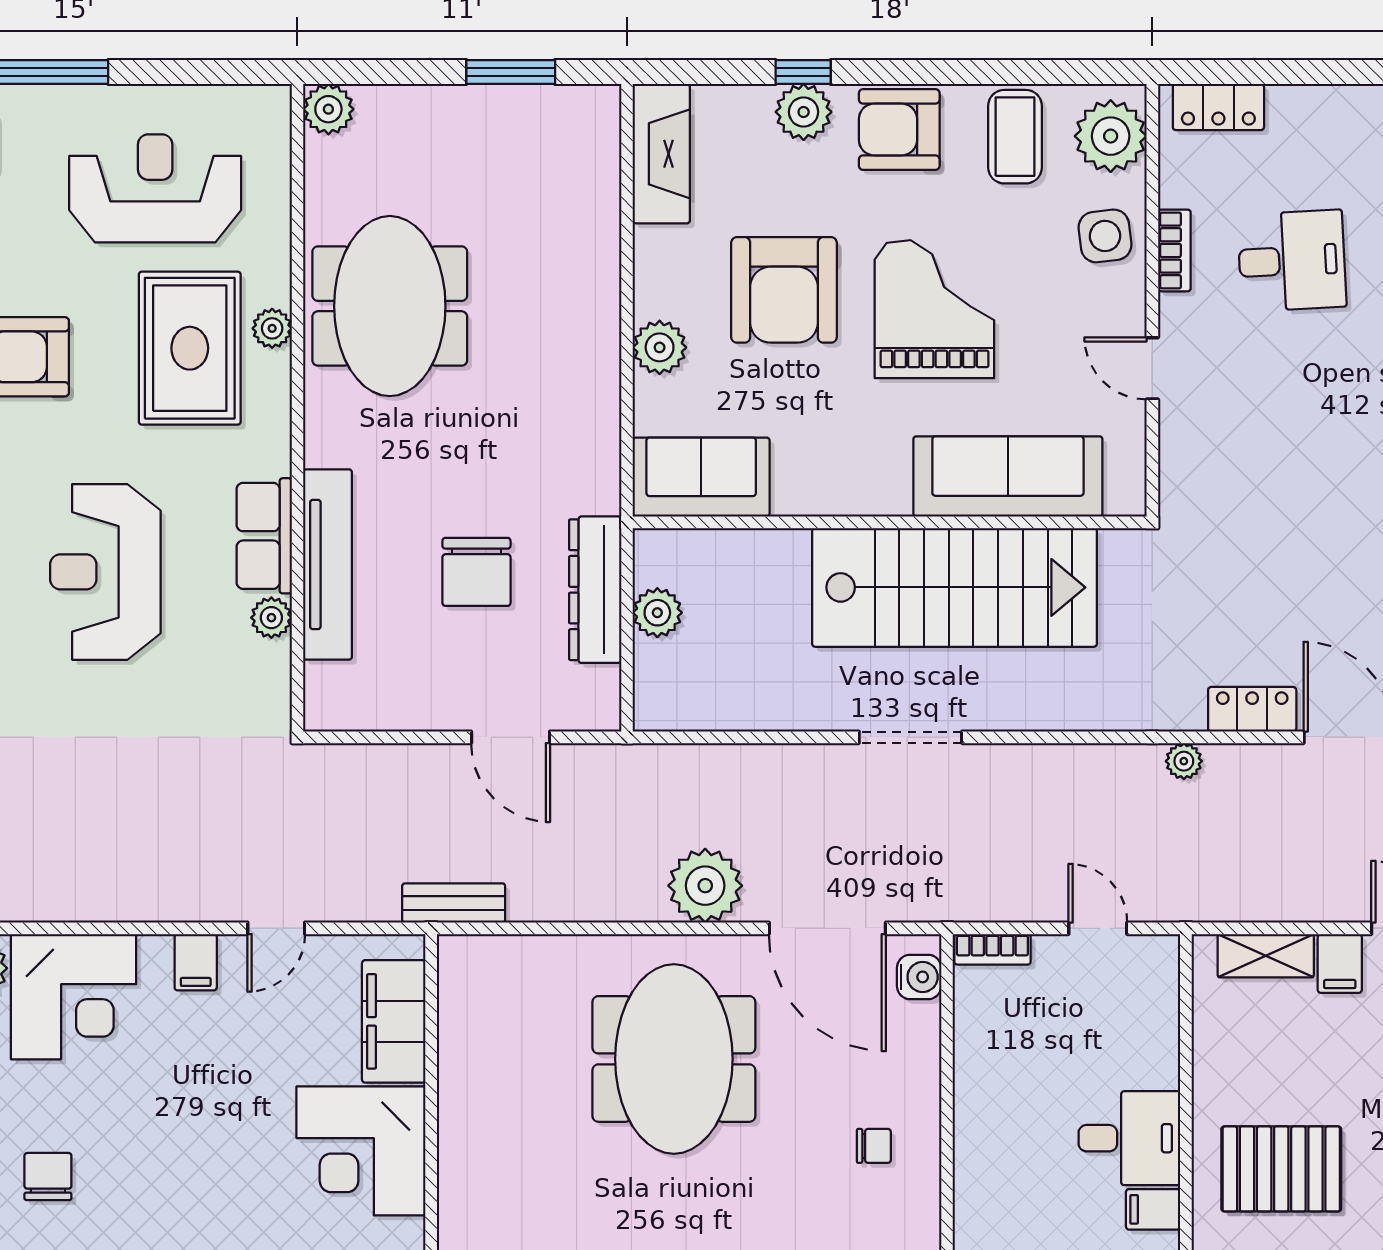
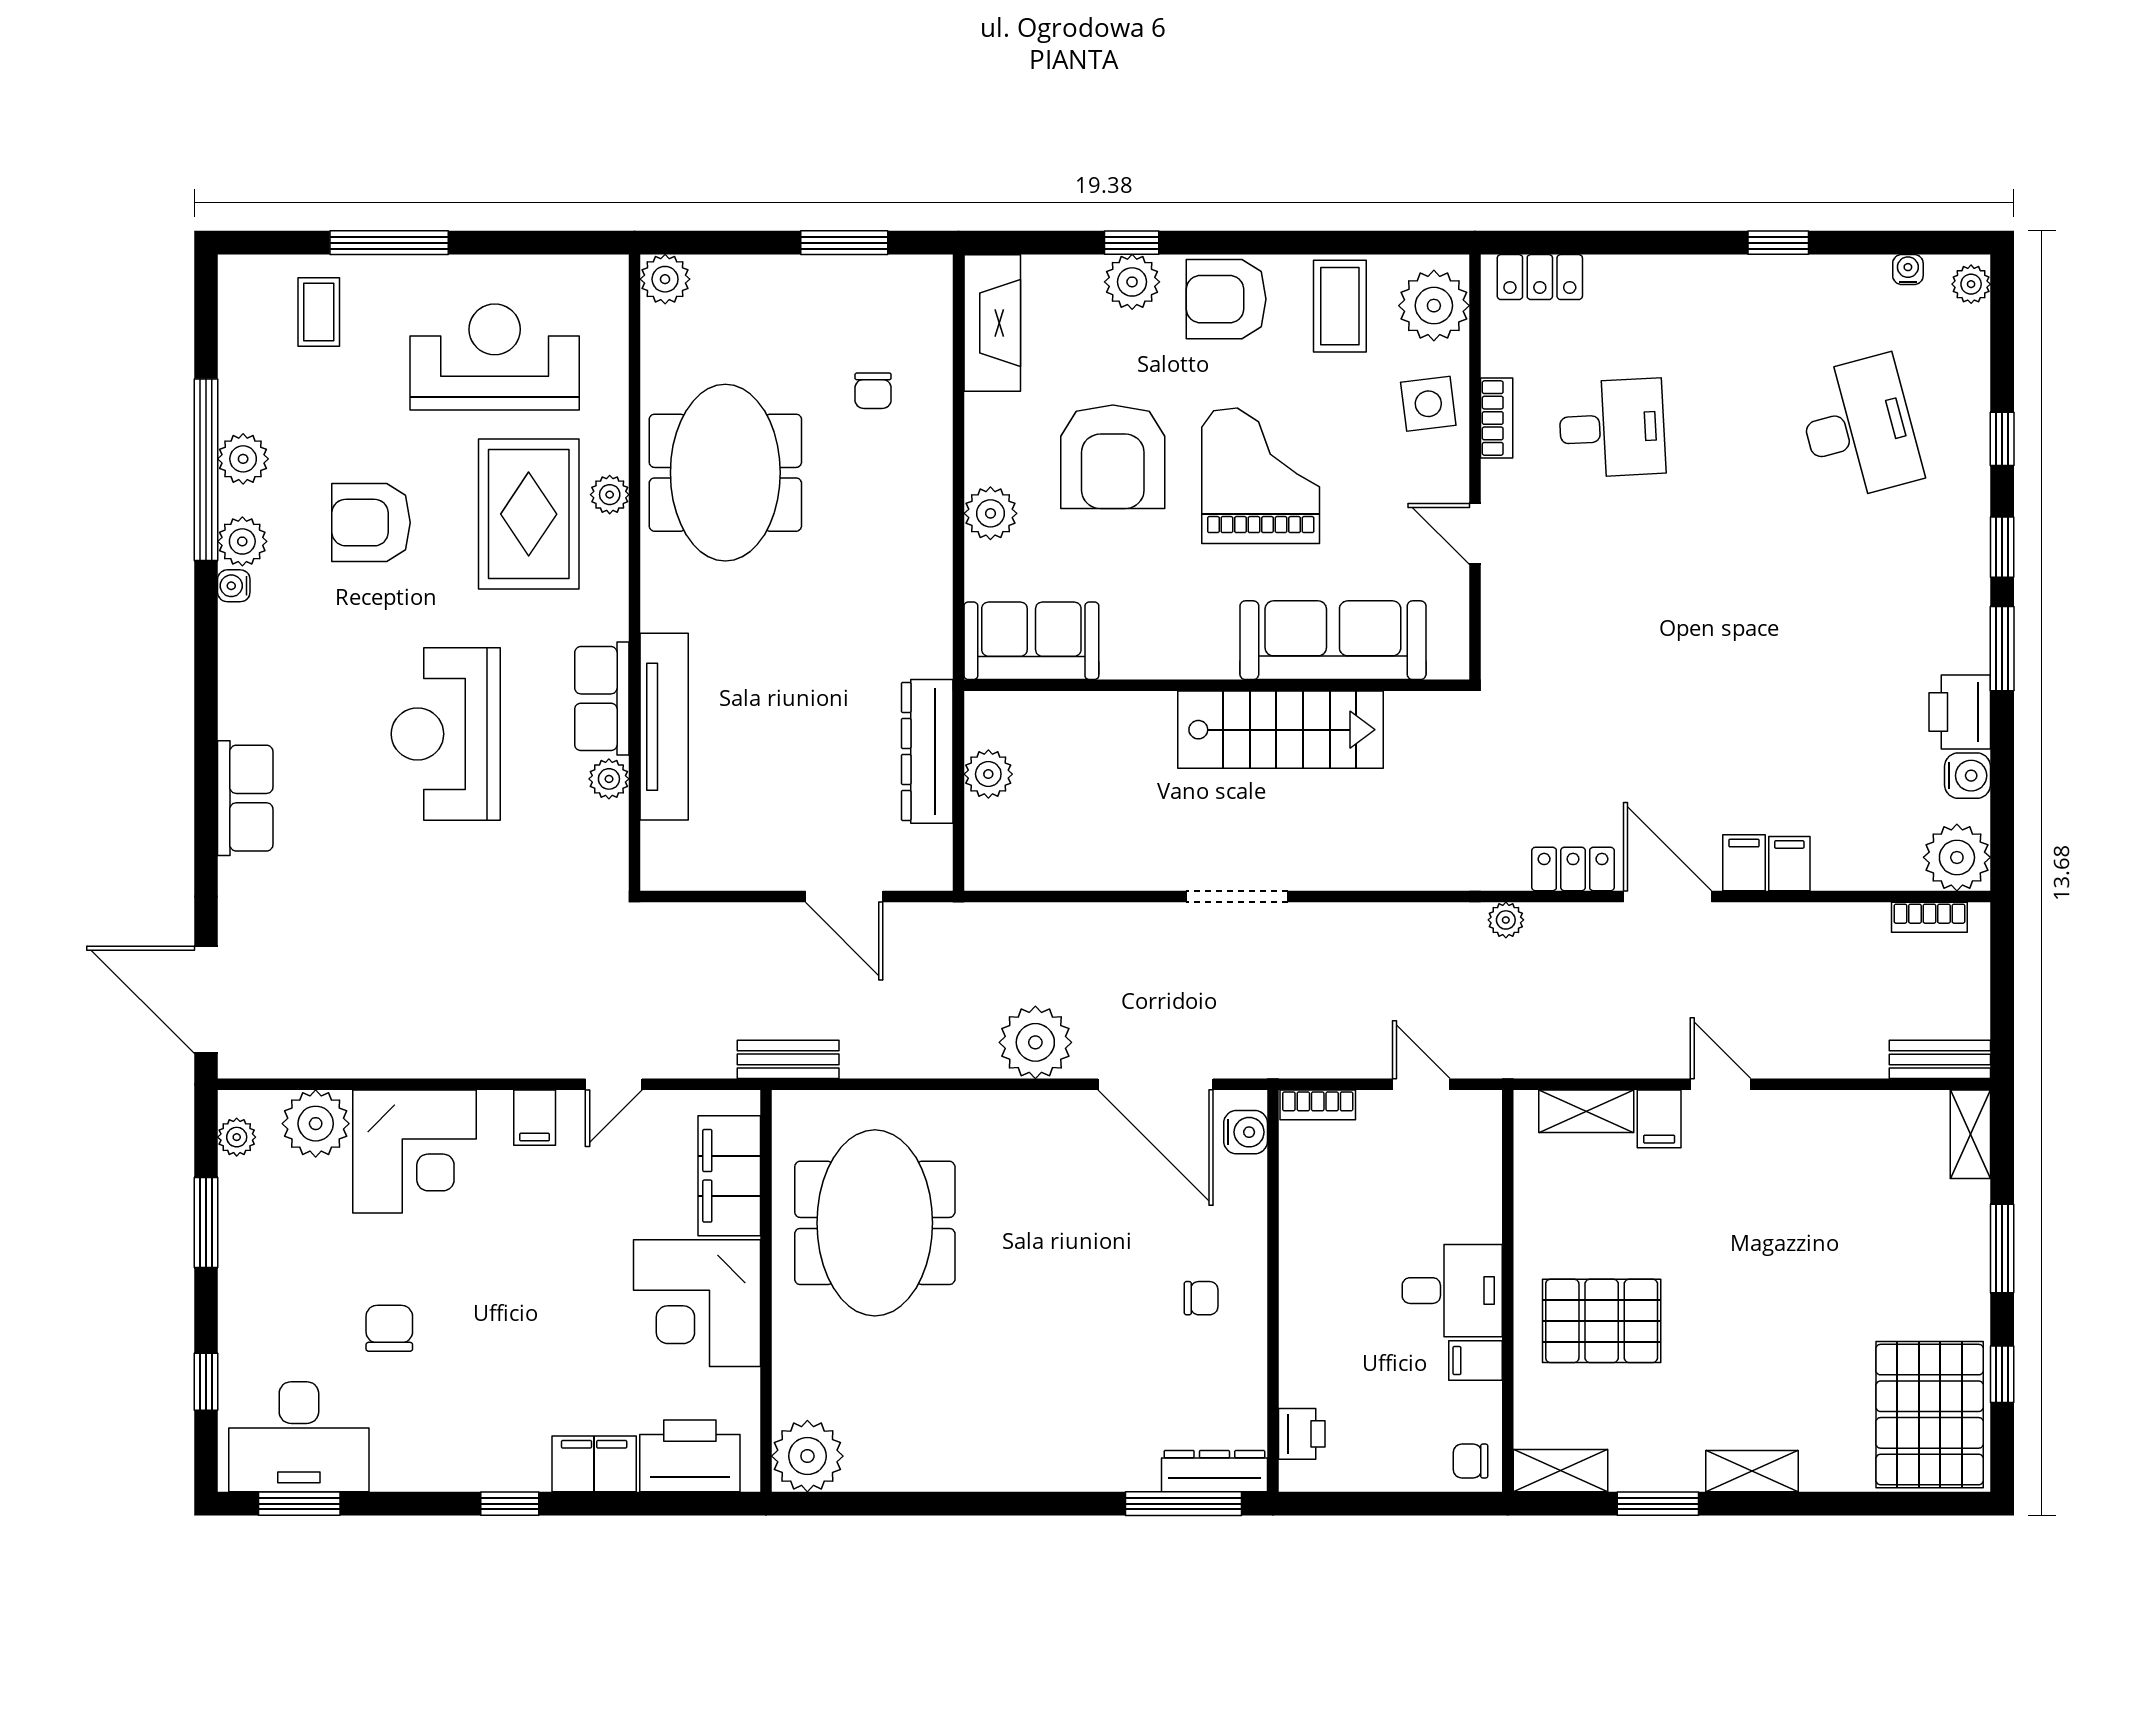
chair: (476, 572) -> (873, 391), moved, width x0.54, depth x0.54
stairs: (955, 587) -> (1280, 730), width x0.73, depth x0.66
meeting table: (674, 1059) -> (875, 1223), moved

